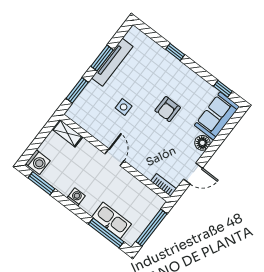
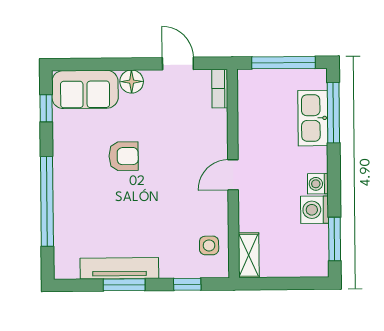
window: (175, 52) -> (47, 201), width x3.17
window: (77, 90) -> (187, 284), width x0.67
side table: (124, 107) -> (209, 245), moved
washing machine: (38, 162) -> (315, 210), moved, turned -90

